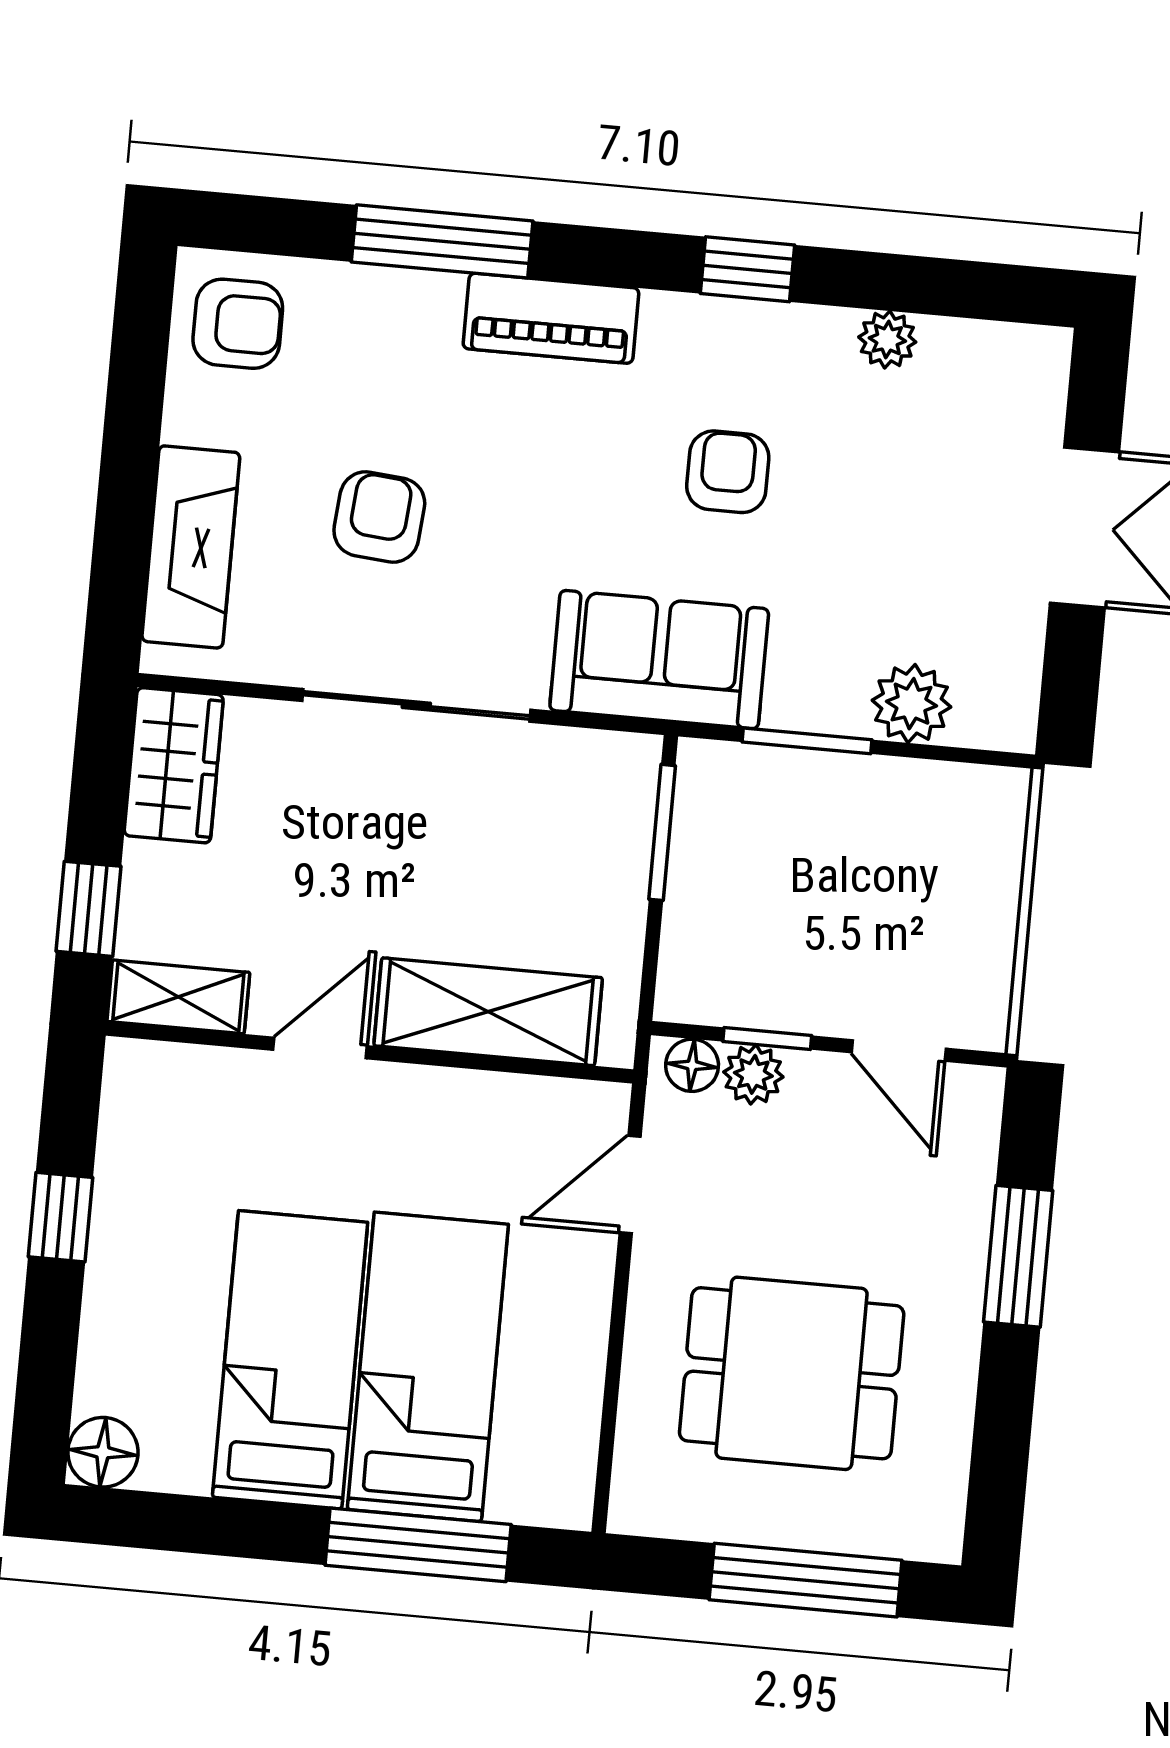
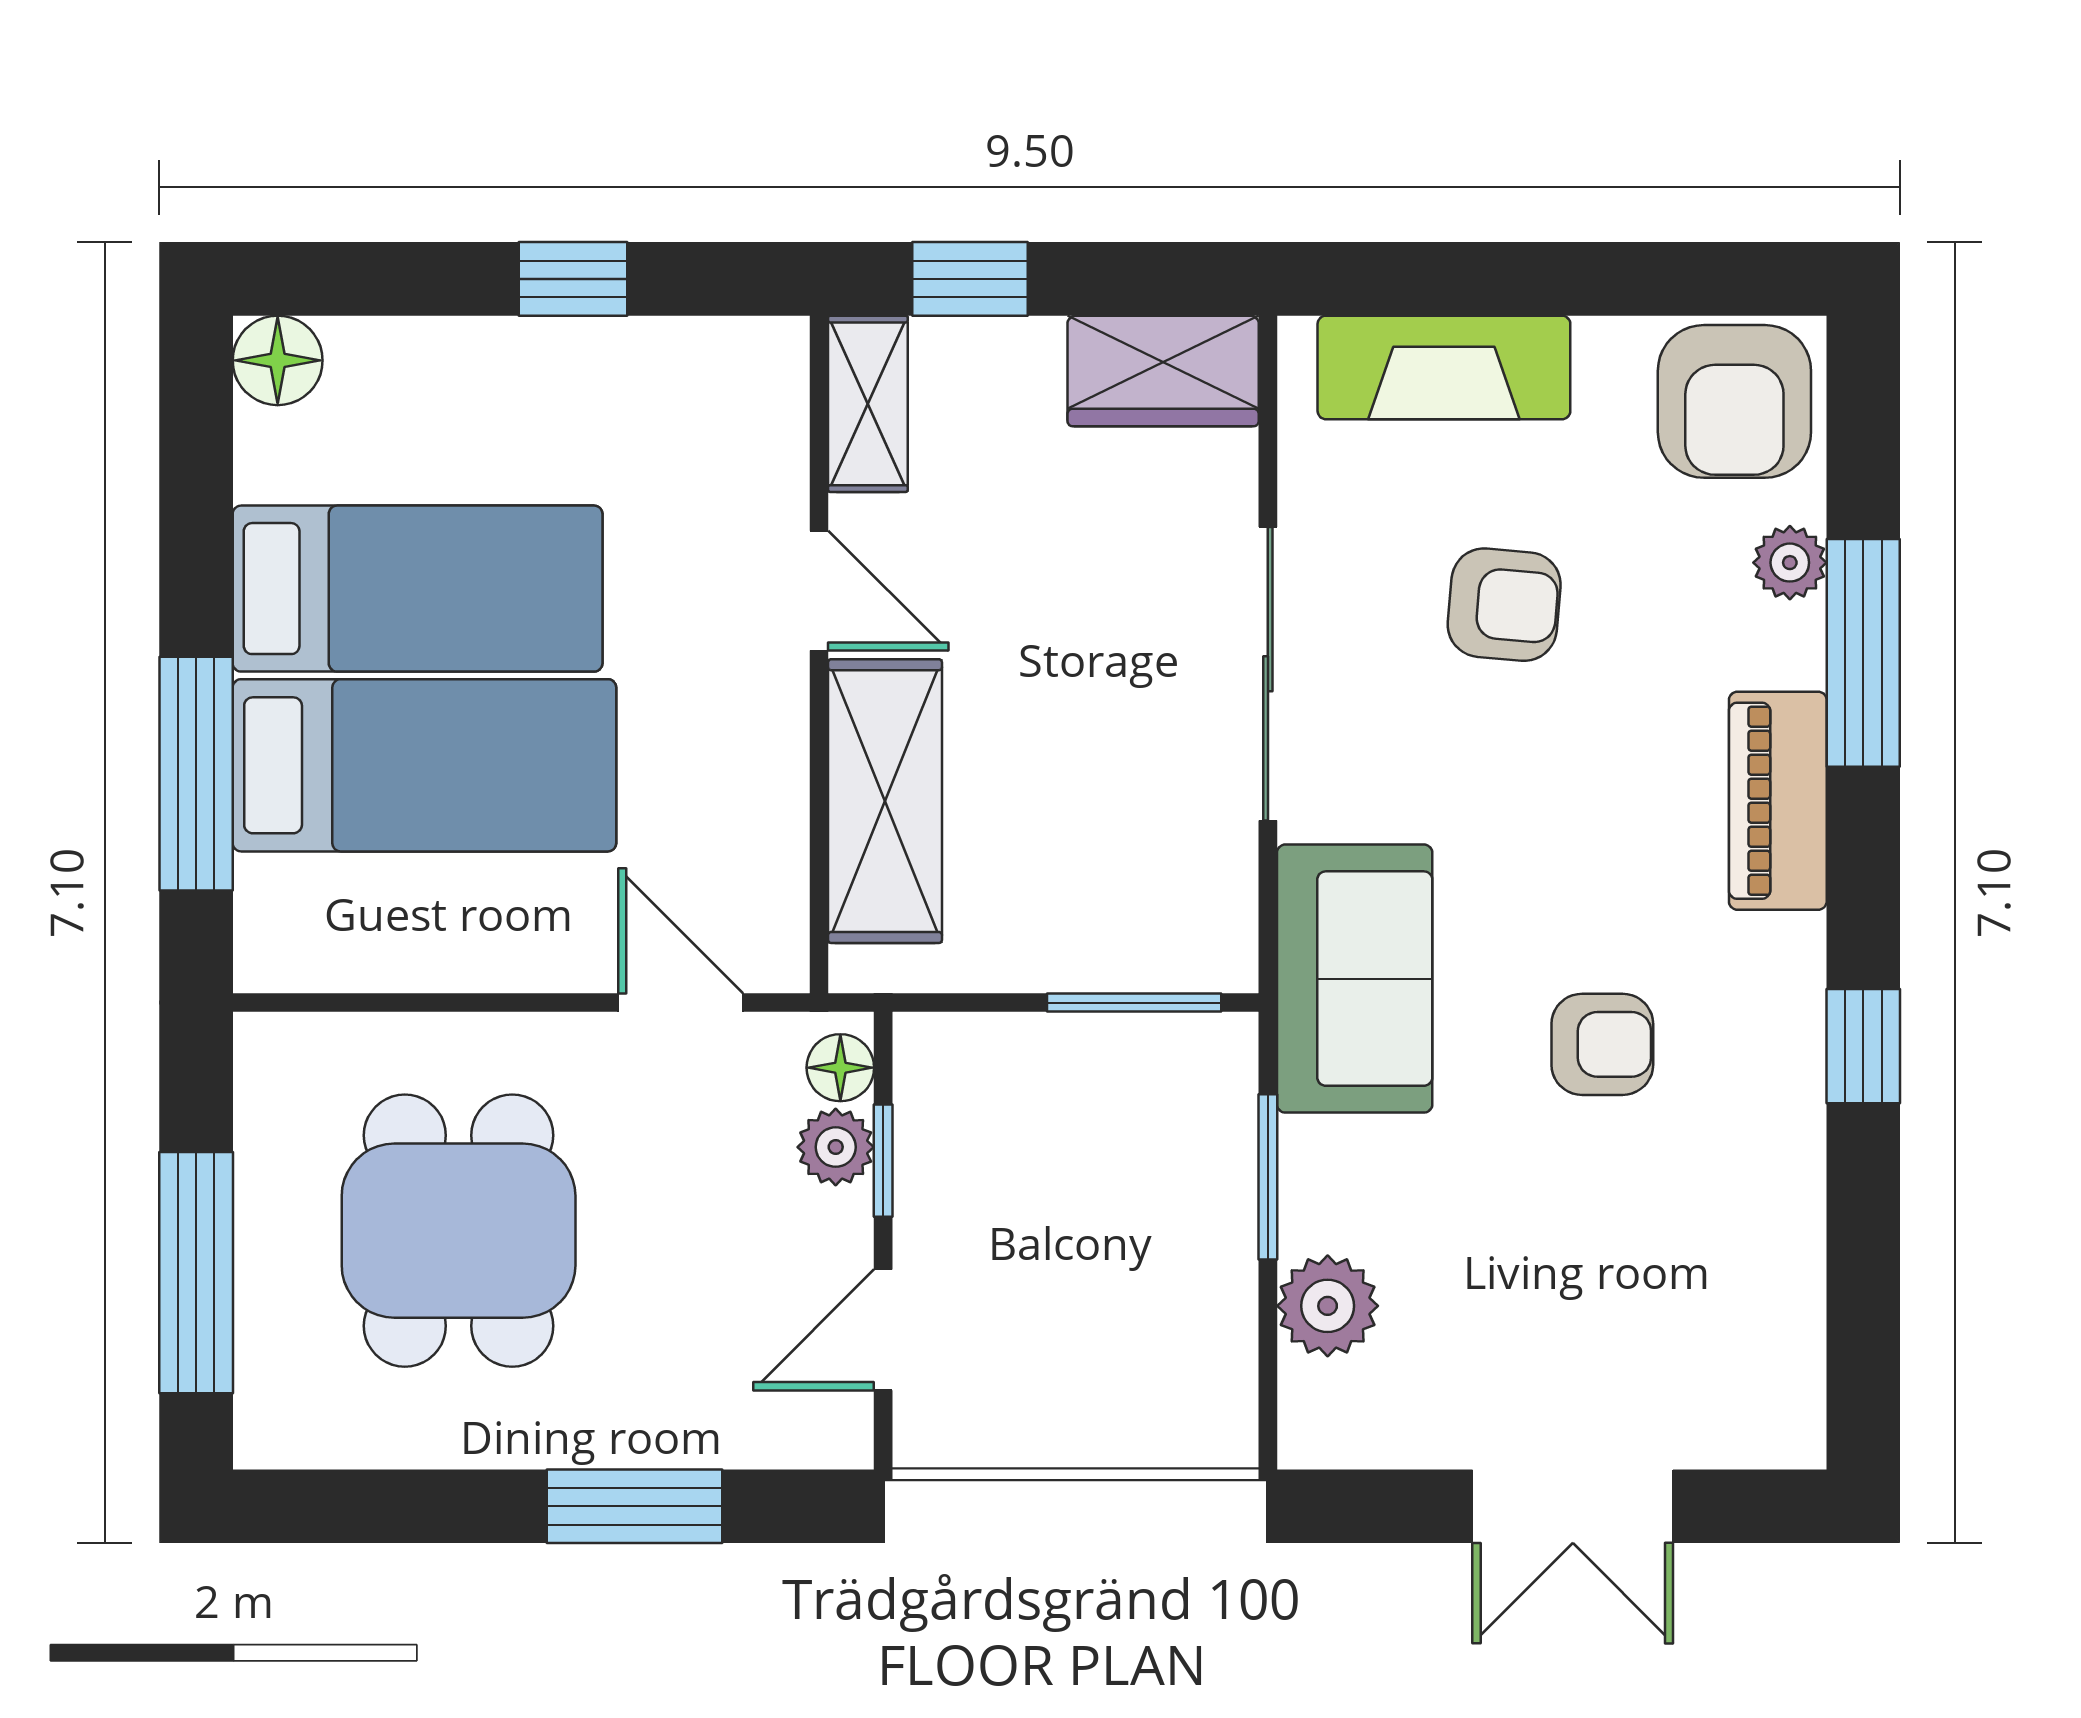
armchair: (238, 324) -> (1734, 401), width x1.38, depth x1.38
plant: (887, 339) -> (1790, 563), moved

